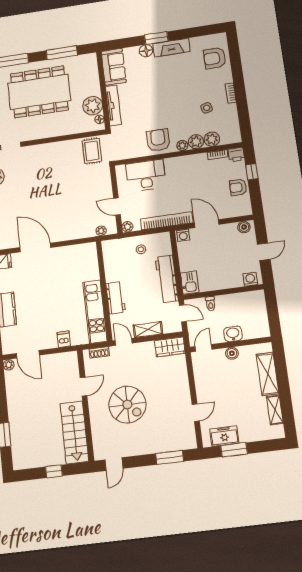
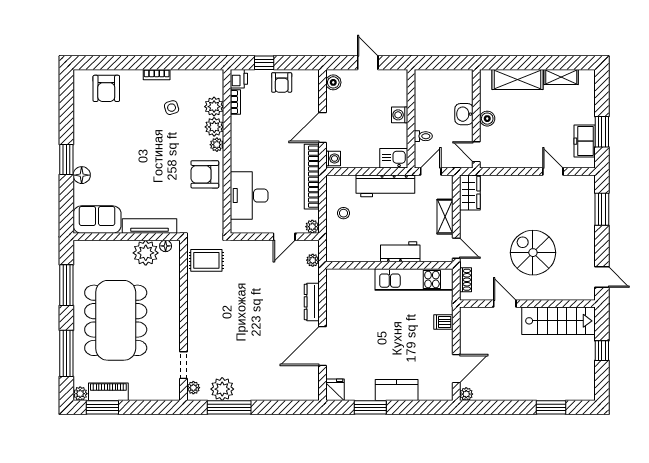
fireplace: (171, 48) -> (83, 142), removed
dresser: (69, 235) -> (312, 302), added
washing machine: (250, 279) -> (400, 115), moved
door: (124, 342) -> (456, 248), swing flipped
spiral stairs: (127, 405) -> (533, 253), turned -90

